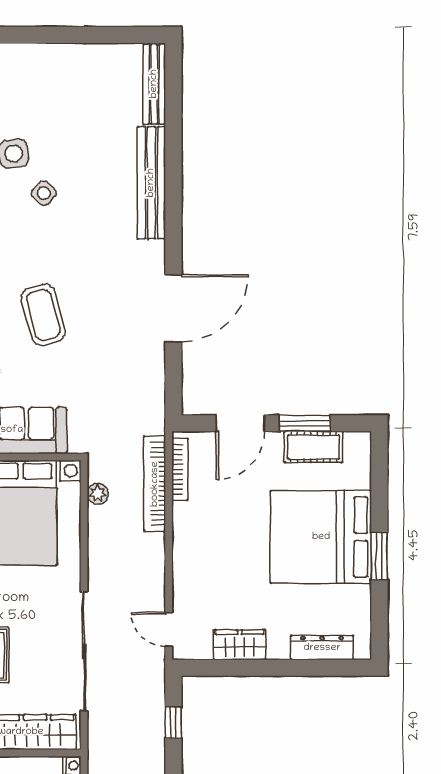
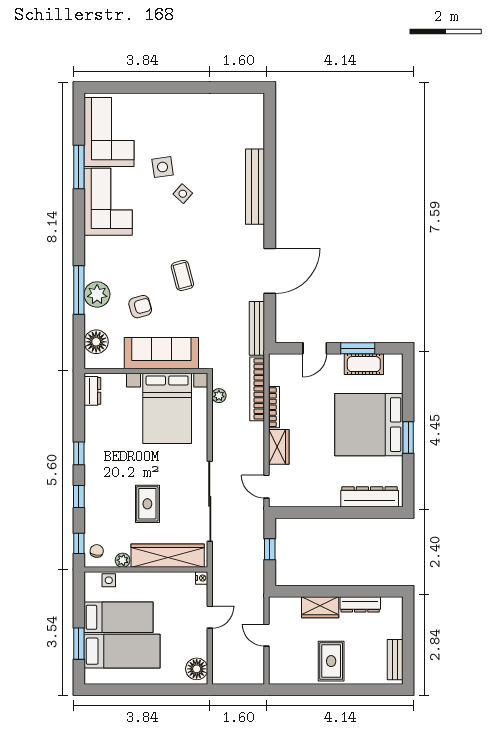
bench: (154, 84) -> (257, 328), moved
coffee table: (43, 315) -> (182, 275), width x0.73, depth x0.77
door: (240, 423) -> (315, 348), width x0.73
bookcase: (180, 469) -> (274, 407), moved
wardrobe: (240, 645) -> (279, 447), moved, turned 90
dresser: (322, 648) -> (370, 497), width x1.37, depth x1.24

